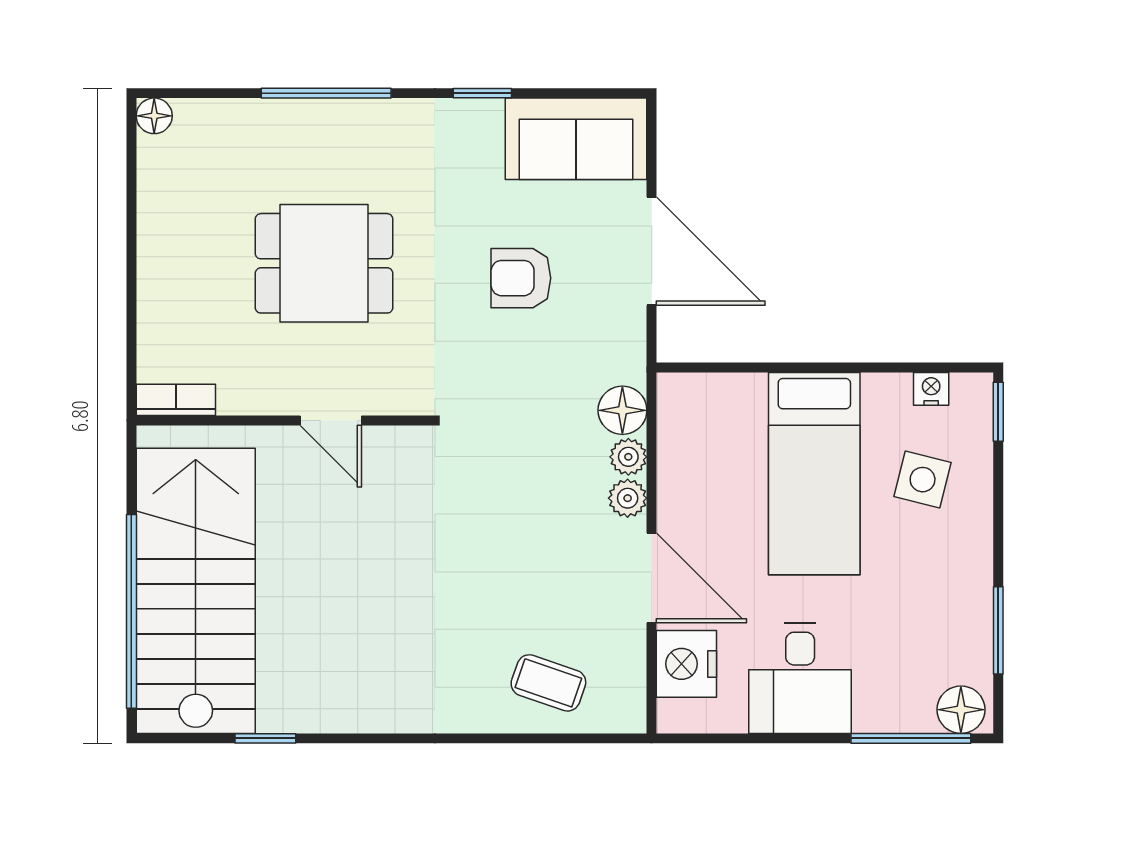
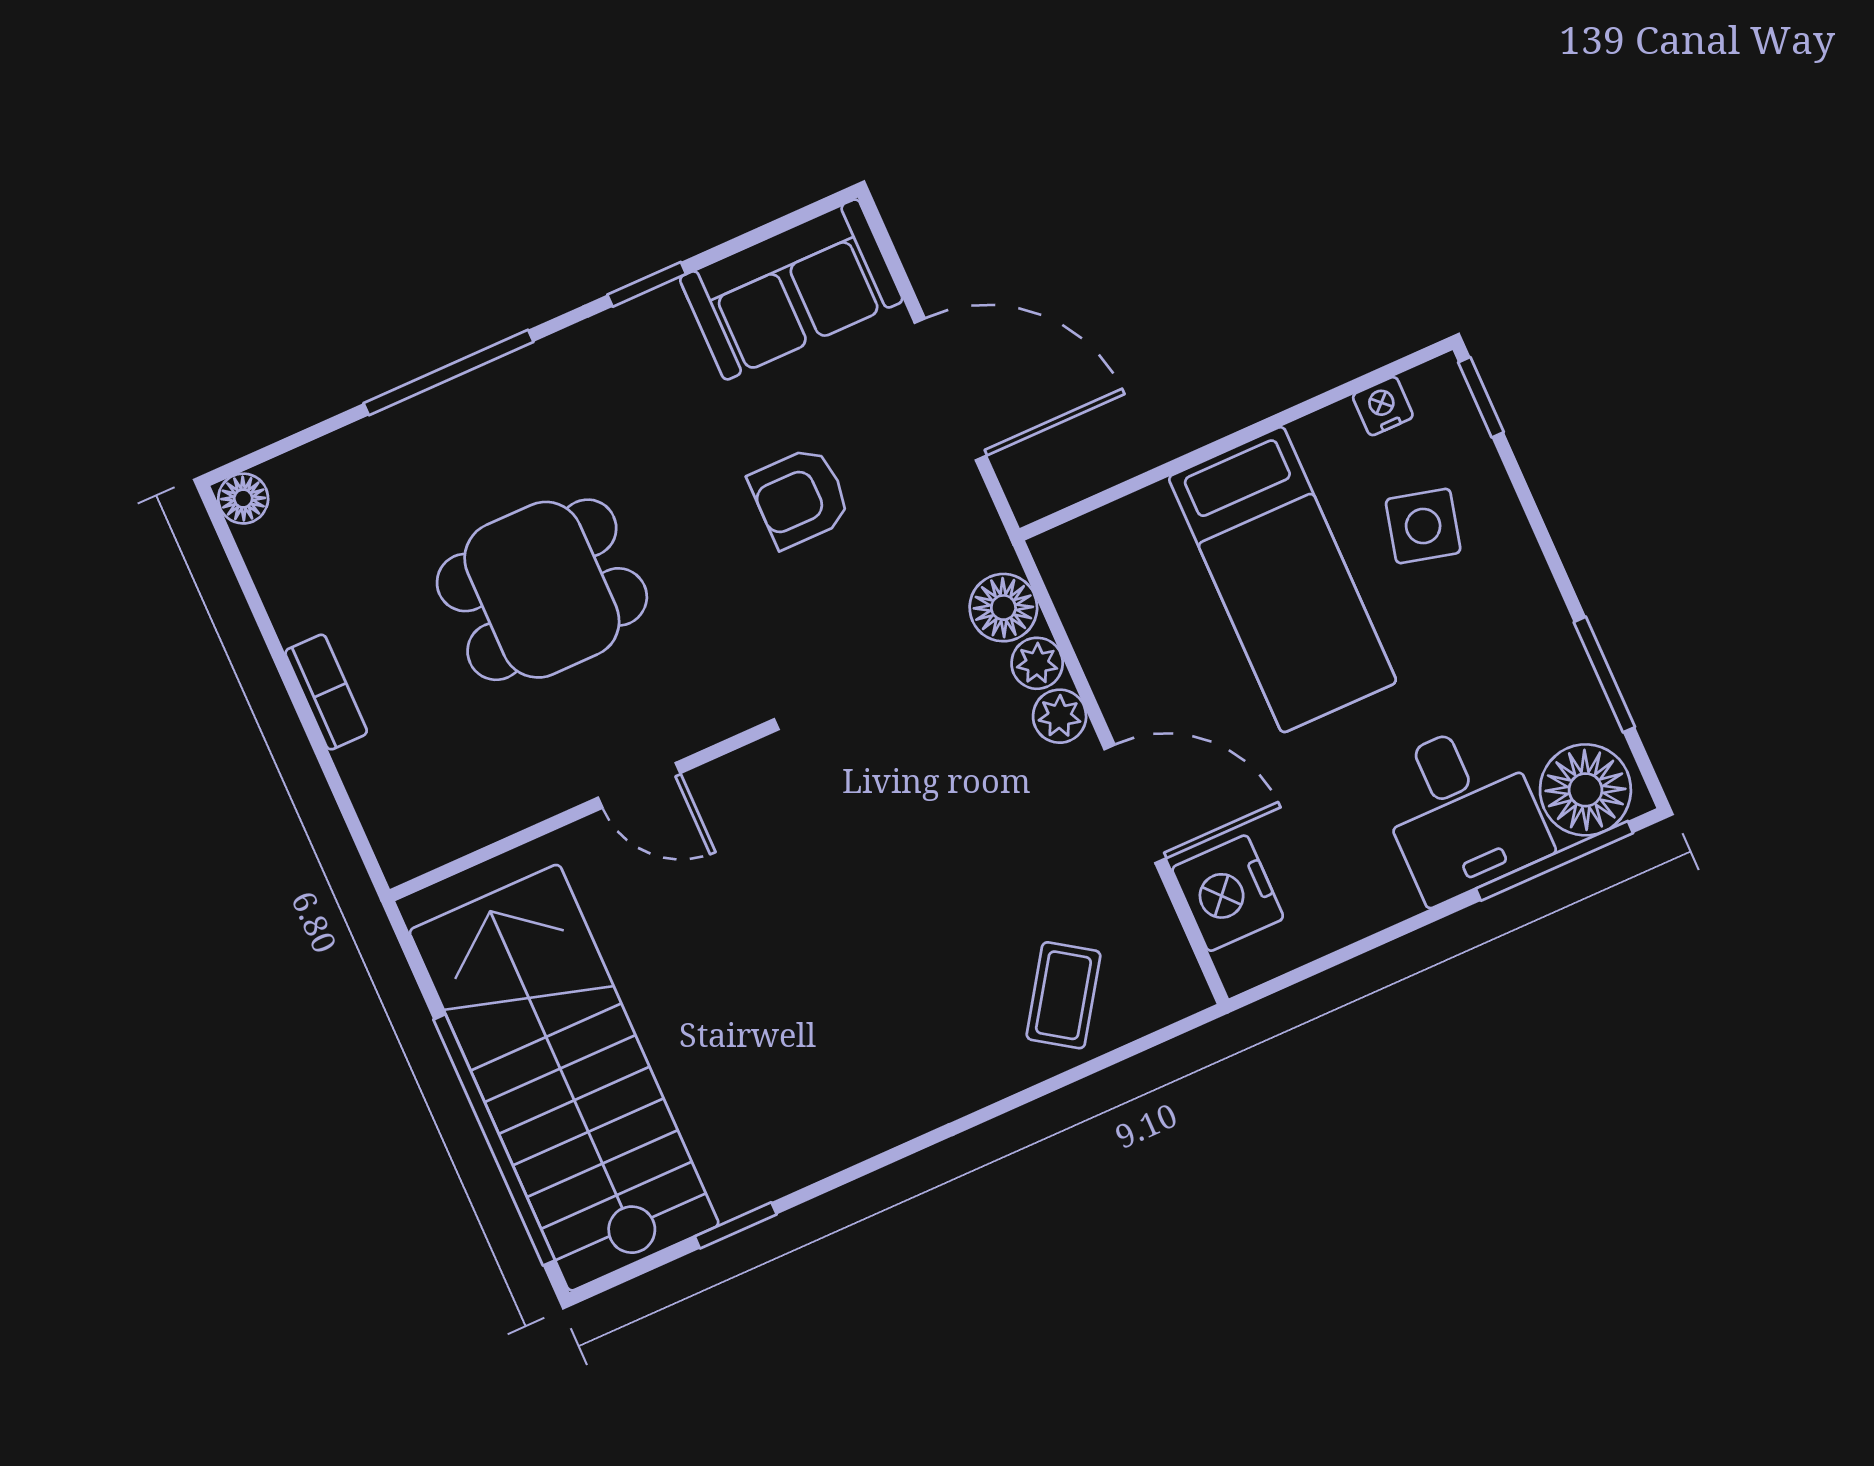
bookcase: (176, 400) -> (326, 692), moved, turned 90
desk: (800, 678) -> (1462, 811), moved
coffee table: (548, 683) -> (1063, 995), turned -75
floor lamp: (961, 710) -> (1585, 790), width x1.38, depth x1.38

